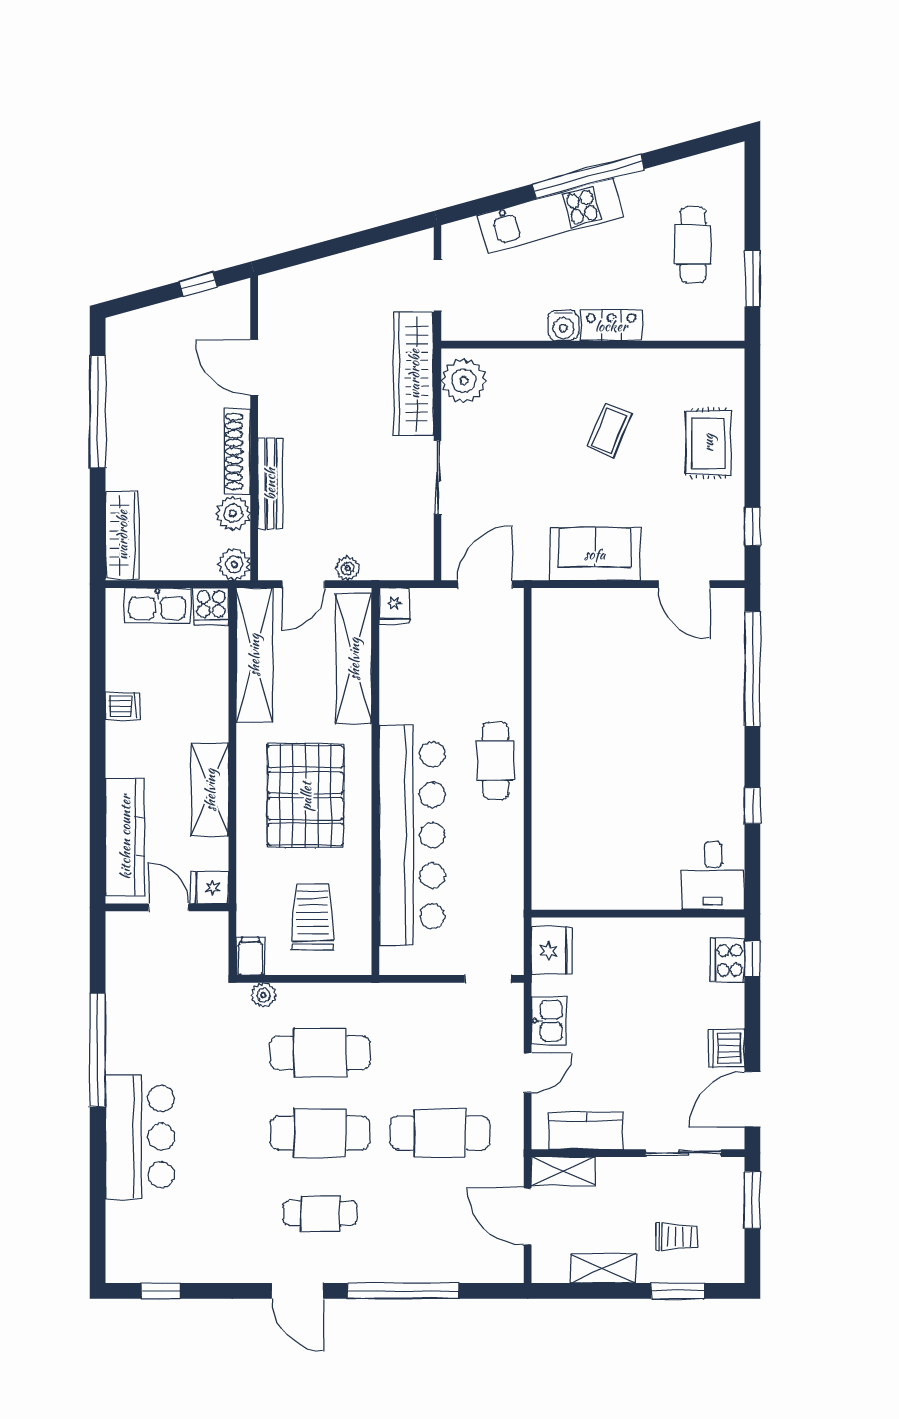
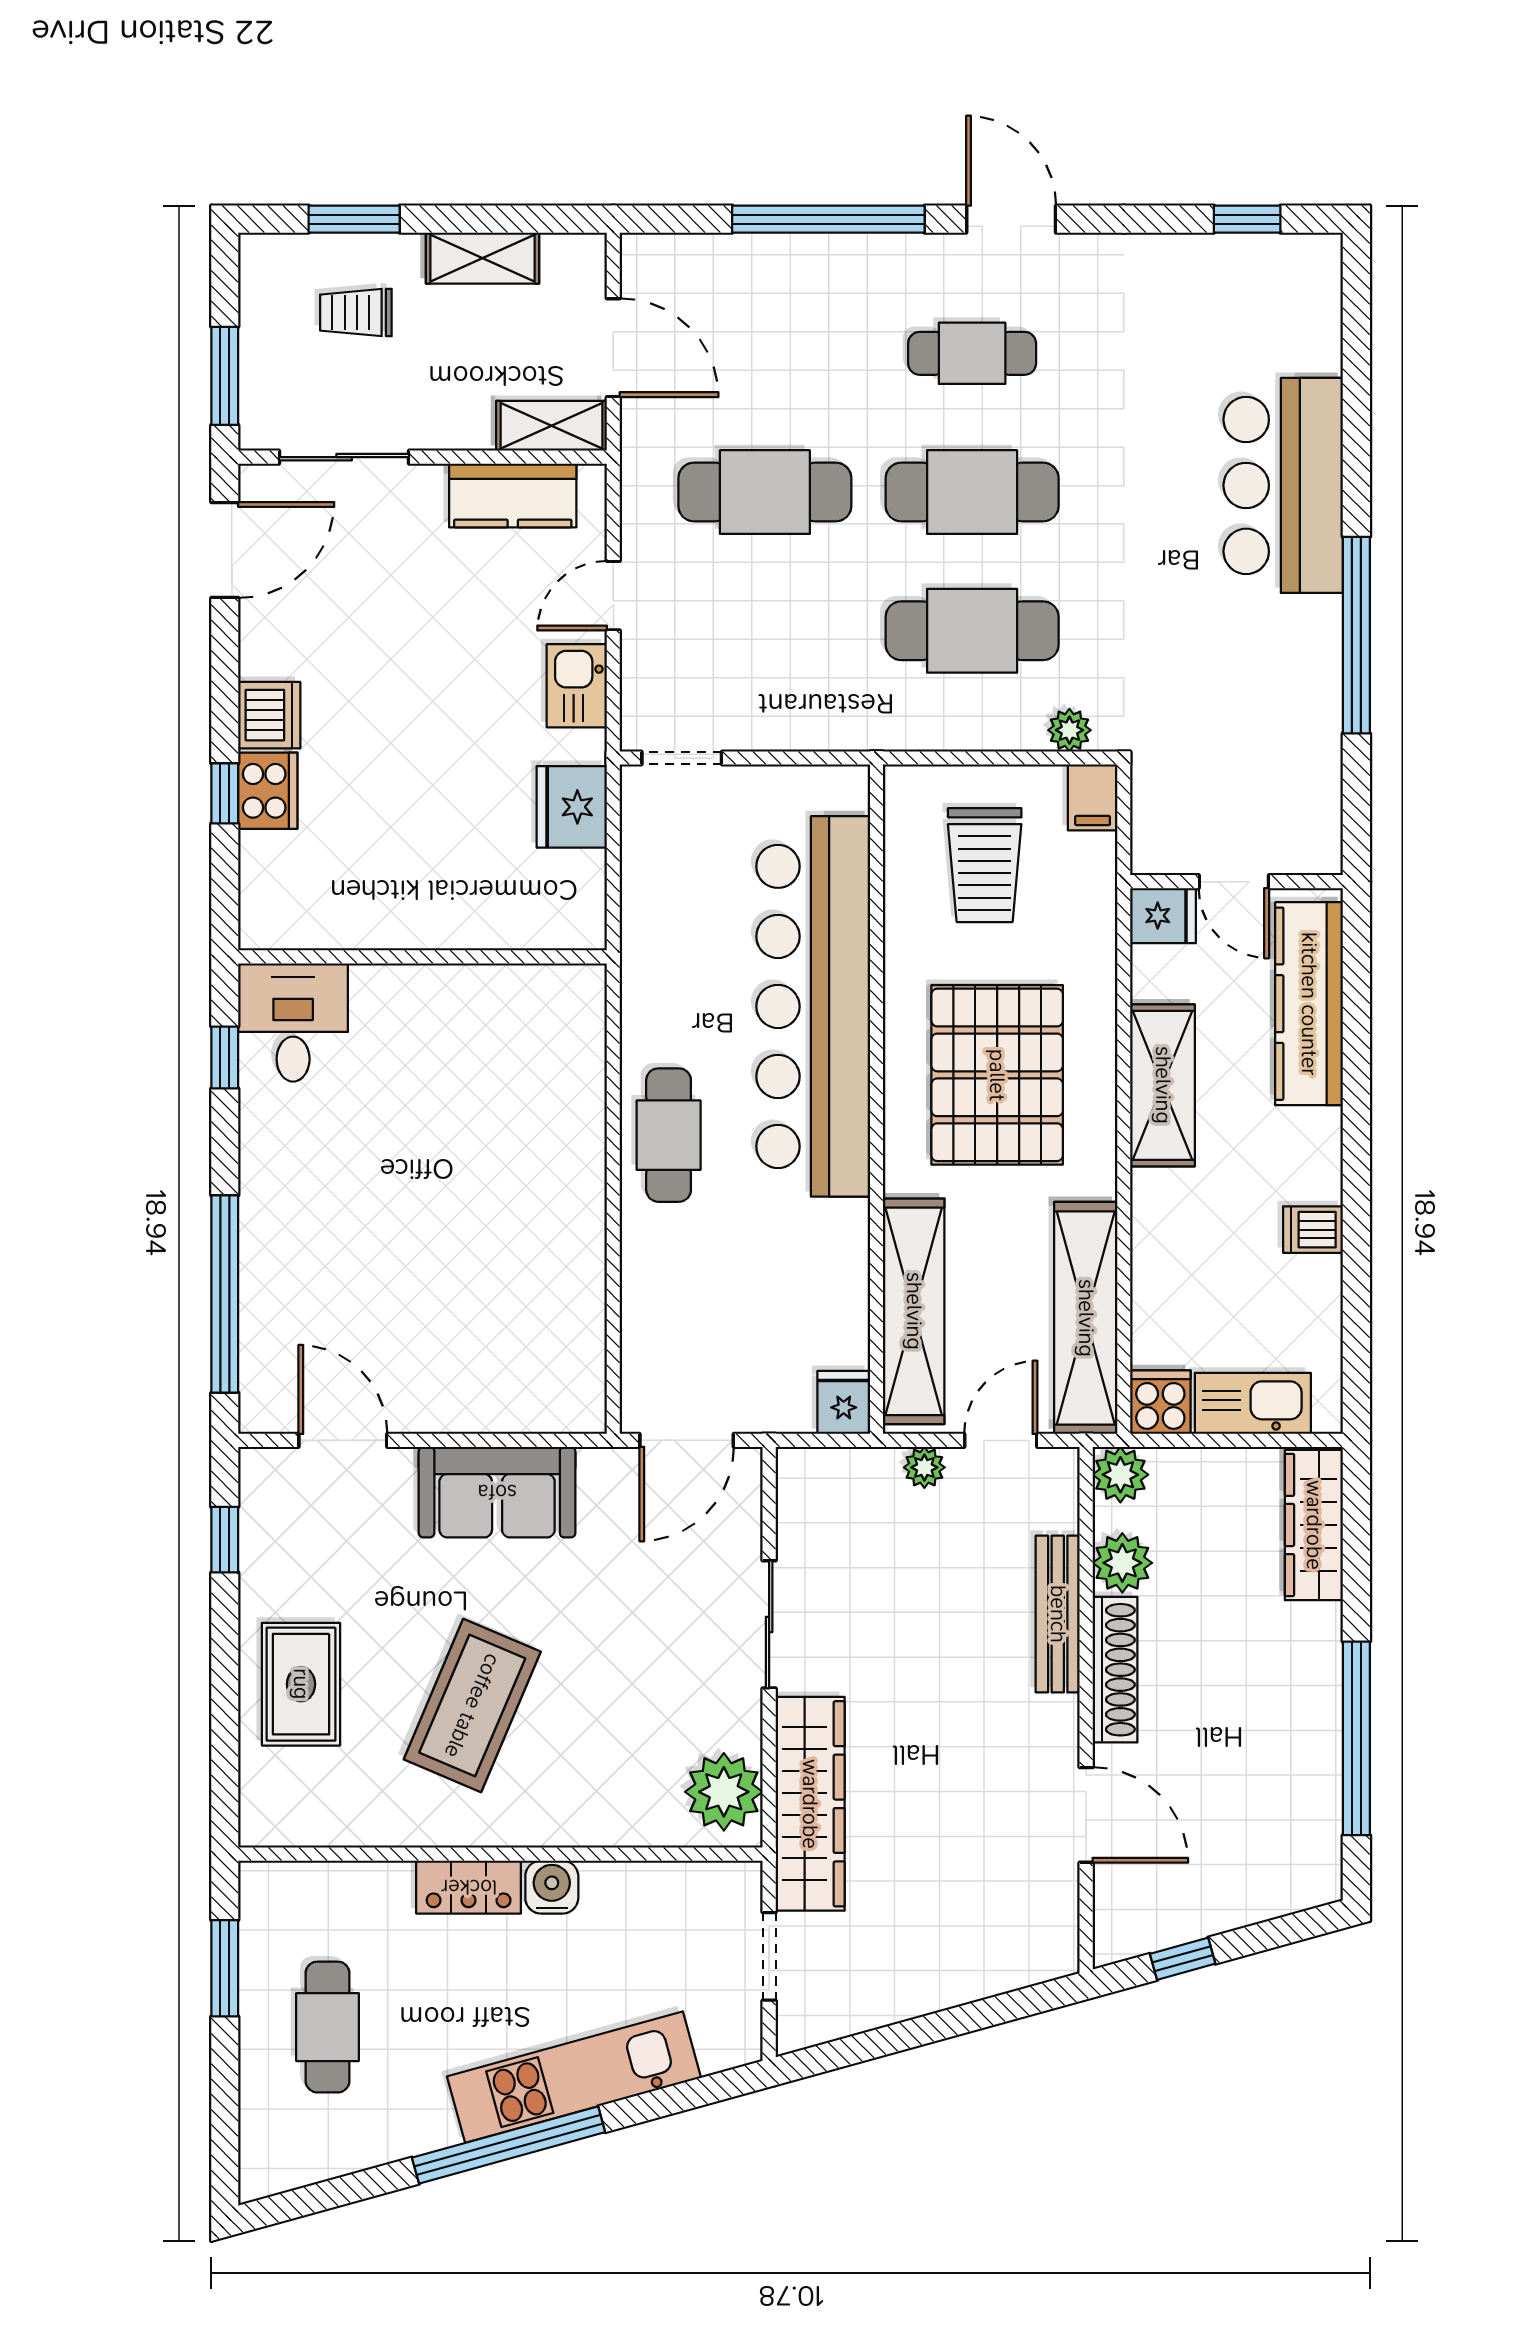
coffee table: (609, 431) -> (472, 1706), width x1.86, depth x1.72
desk: (713, 876) -> (293, 1022), moved
wall: (638, 914) -> (423, 957), moved
dishwasher: (727, 1048) -> (269, 715), moved

